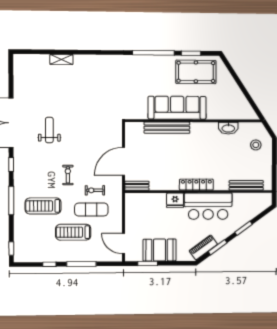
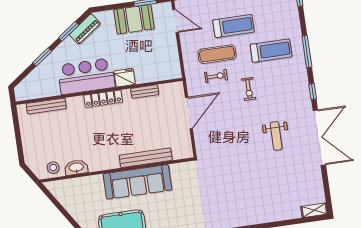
shelving: (61, 59) -> (314, 210), moved
stool: (256, 145) -> (53, 168), moved
bench: (137, 186) -> (145, 92), moved

